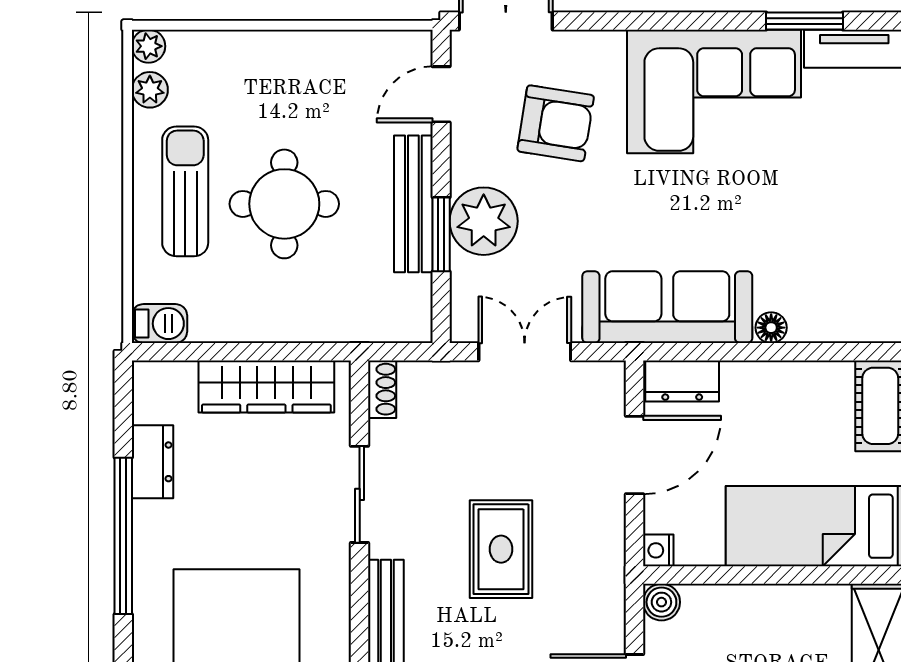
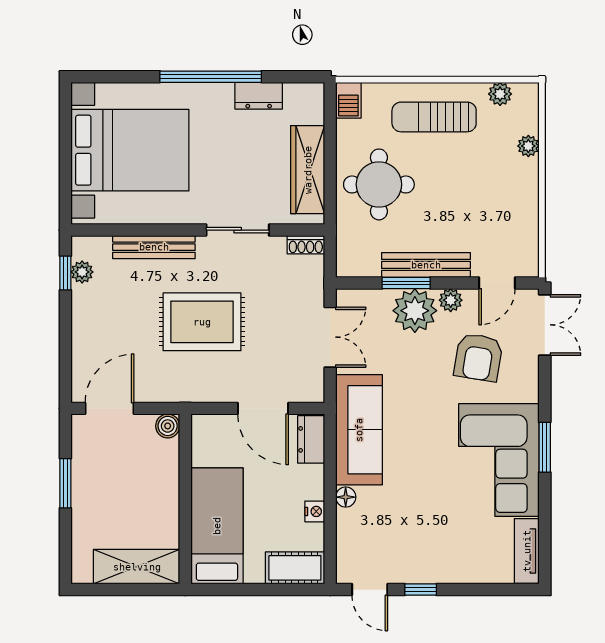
window: (804, 21) -> (545, 447), moved
plant: (149, 46) -> (528, 146), moved
door: (441, 94) -> (497, 283), swing flipped
plant: (468, 166) -> (451, 300), added
sun lounger: (185, 191) -> (434, 117), turned 180
round table: (284, 204) -> (379, 184), moved
rug: (501, 549) -> (202, 322), width x1.36, depth x1.43
nightstand: (658, 550) -> (315, 511), moved, turned 90

